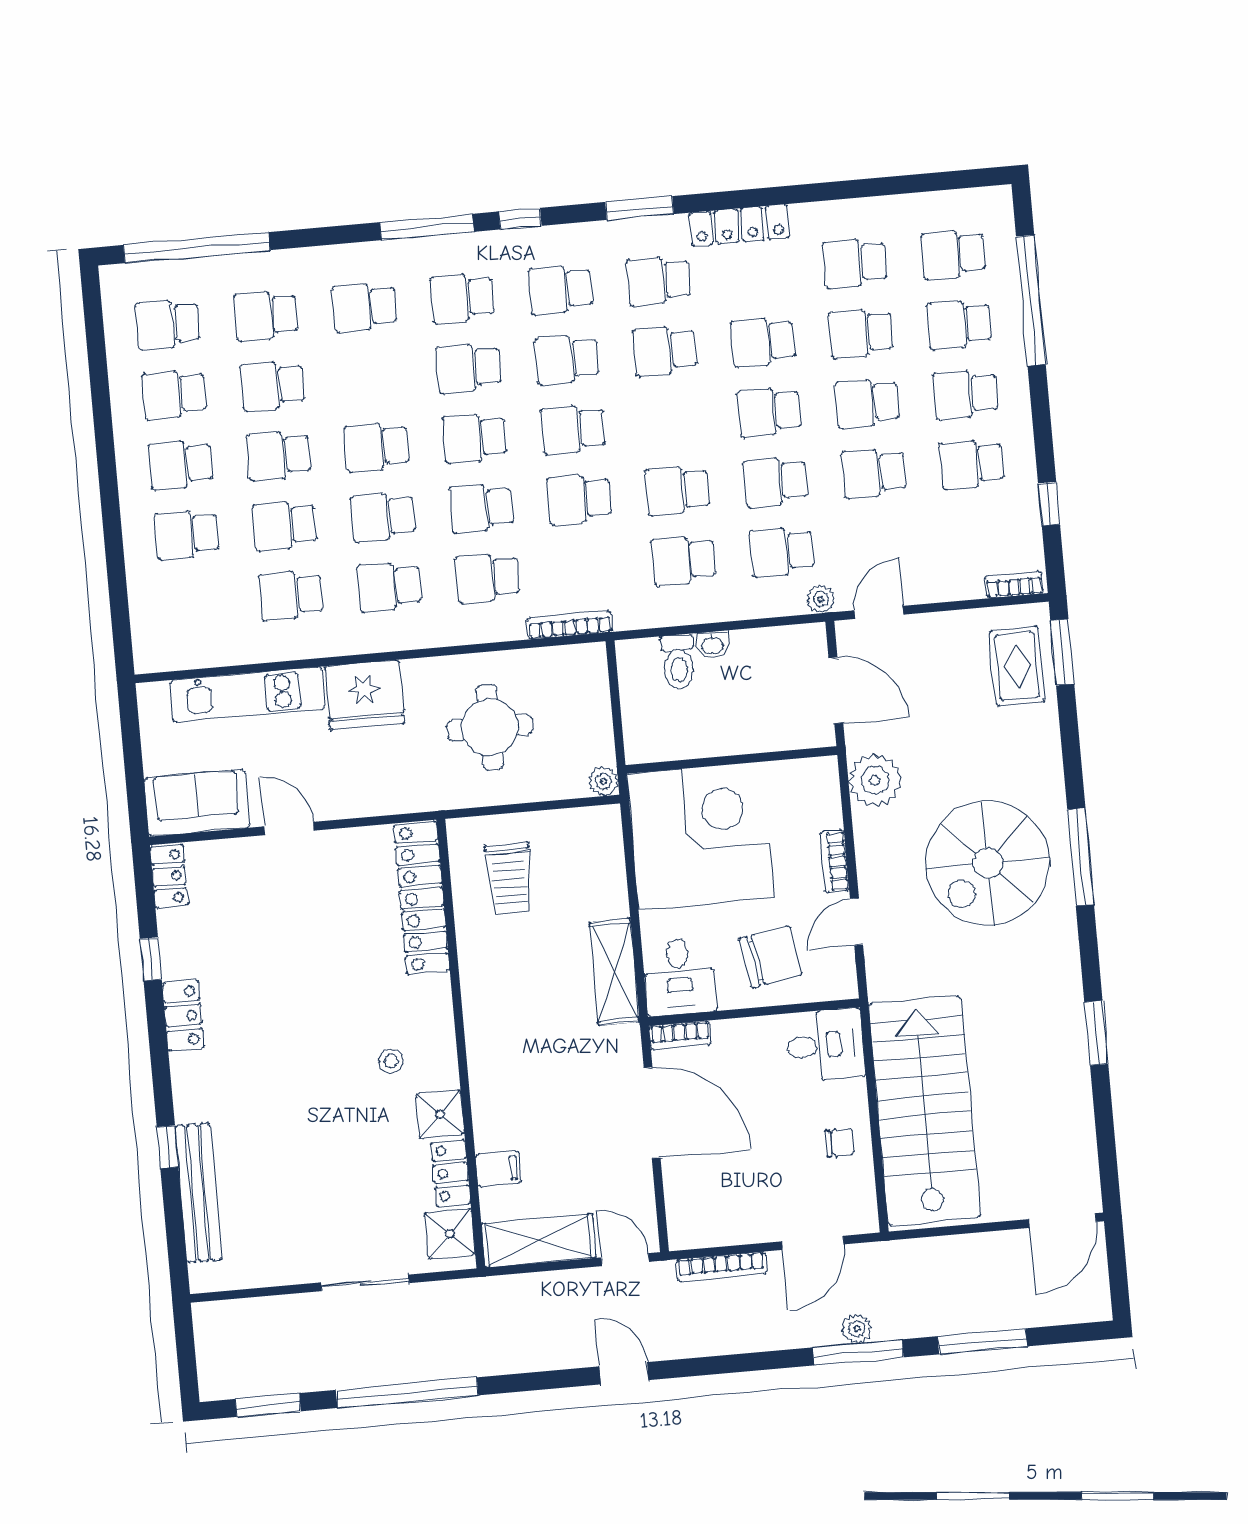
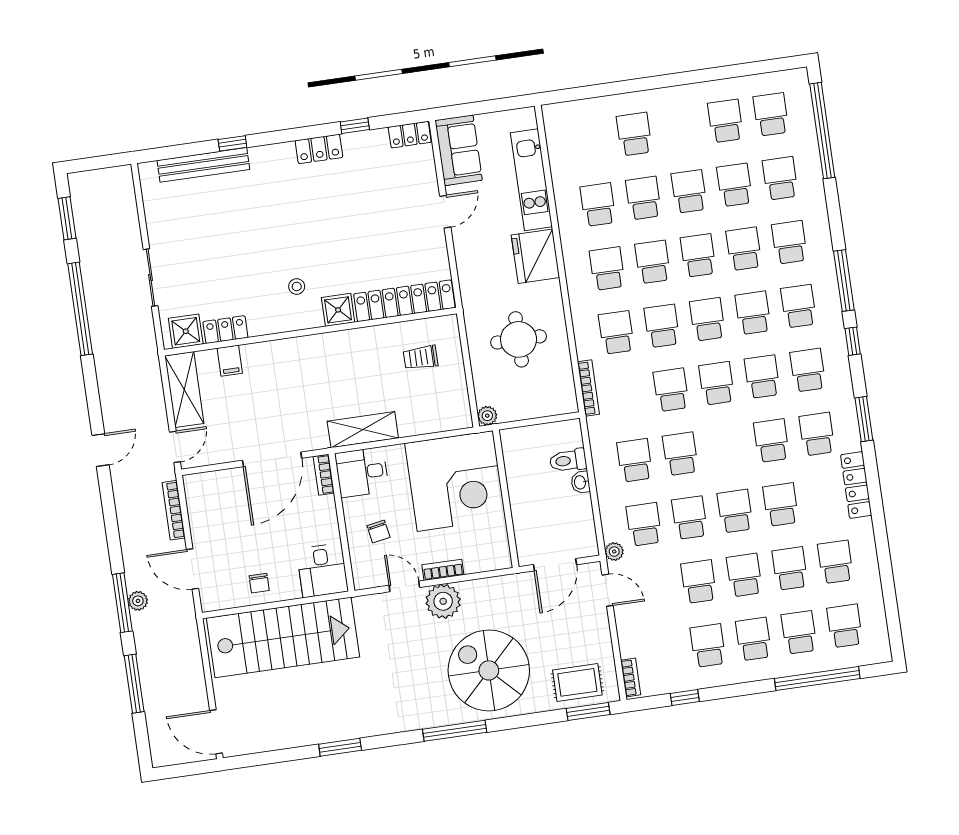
school desk: (180, 464) -> (744, 249), moved
plant: (875, 780) -> (443, 601), moved
spiral stairs: (988, 863) -> (489, 670), moved
trolley: (509, 878) -> (421, 358), width x0.73, depth x0.72
chair: (771, 957) -> (378, 531), width x0.54, depth x0.54
shower: (440, 1114) -> (338, 310), moved

